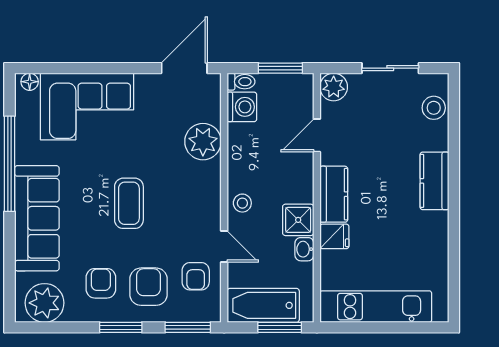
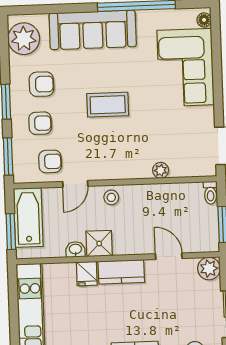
washing machine: (242, 107) -> (190, 194), removed
plant: (203, 142) -> (161, 170), width x0.53, depth x0.53
armchair: (196, 276) -> (50, 161), turned 180
armchair: (148, 287) -> (40, 123), width x0.72, depth x0.72

